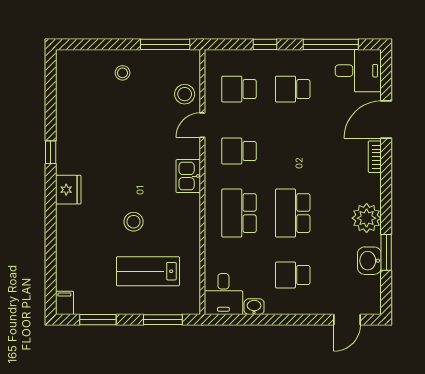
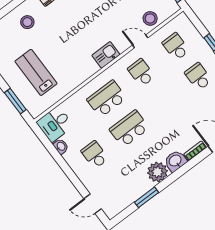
stool: (134, 222) -> (27, 22), moved
washbasin: (369, 261) -> (175, 161), moved

